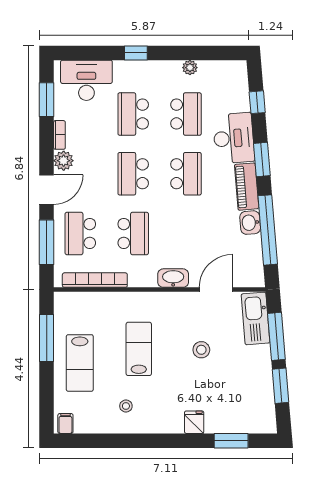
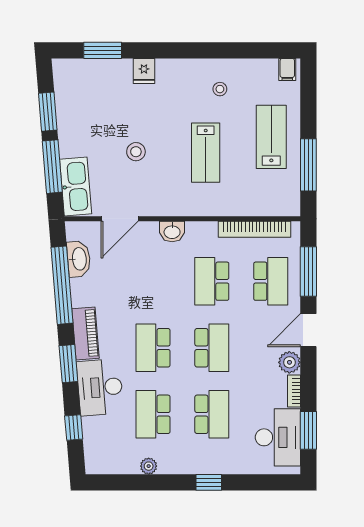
desk: (86, 80) -> (278, 437), moved, turned -90
washbasin: (250, 223) -> (79, 259), moved, width x1.38
washbasin: (173, 278) -> (172, 232), width x0.72

